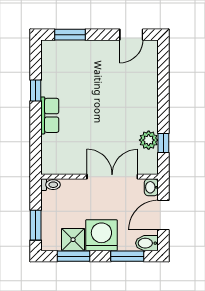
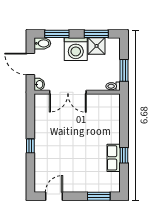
row of seats: (50, 115) -> (114, 158), moved
plant: (149, 140) -> (41, 119), removed
window: (163, 143) -> (30, 146), moved
door: (163, 215) -> (30, 64), swing flipped
window: (36, 225) -> (124, 70), moved

